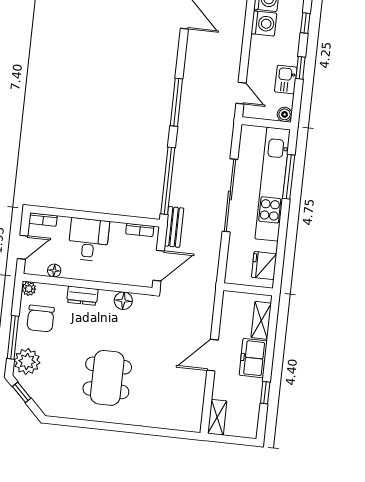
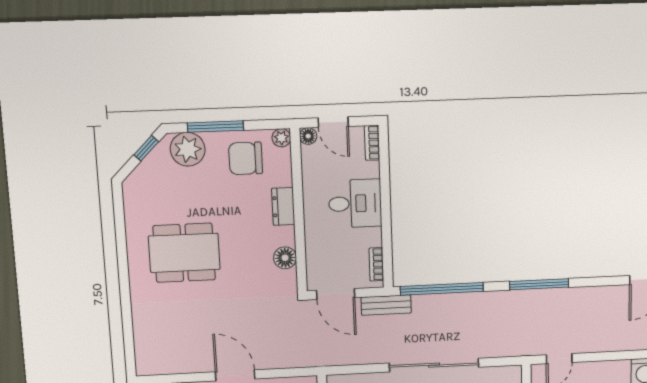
floor lamp: (54, 271) -> (308, 136), moved

